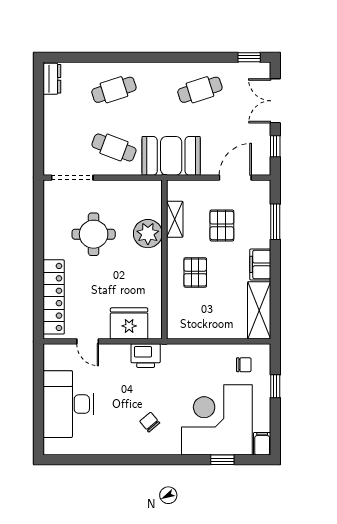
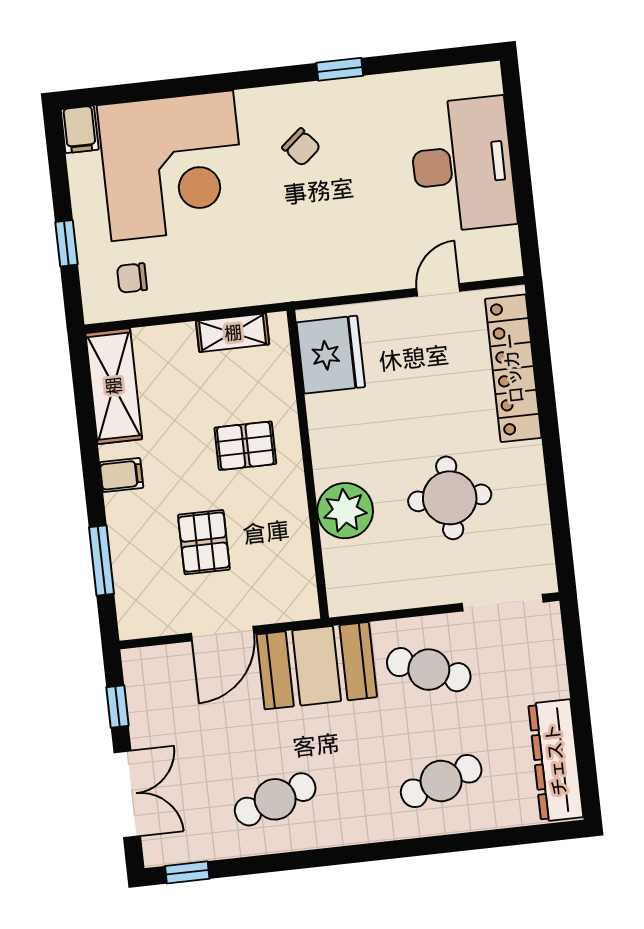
dresser: (52, 79) -> (556, 760), width x1.96, depth x1.24
door: (235, 178) -> (223, 634), moved
shelving: (175, 219) -> (233, 333), moved, turned 90
filing cabinet: (260, 264) -> (121, 475), width x0.50
pallet: (195, 272) -> (245, 446), turned 90
fridge: (129, 323) -> (331, 355), moved, turned -90
door: (88, 341) -> (438, 290), hinge flipped
printer: (146, 356) -> (323, 275), removed
window: (222, 460) -> (340, 69), moved

